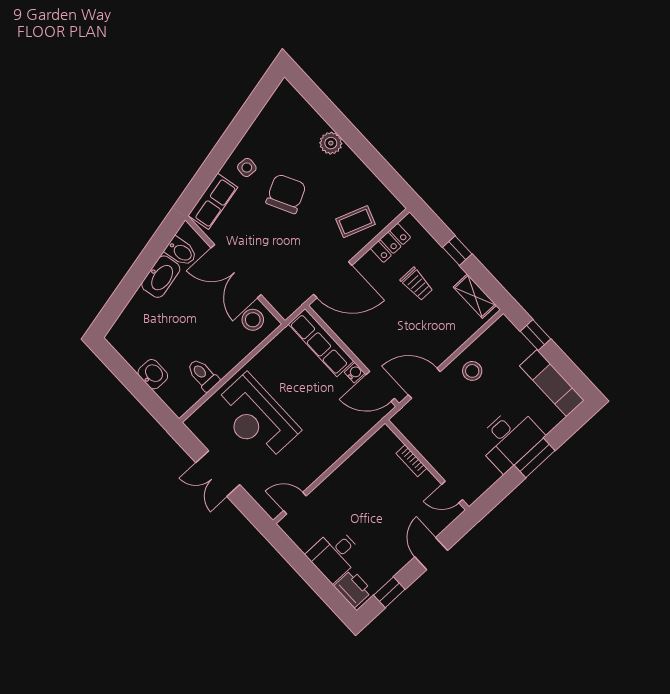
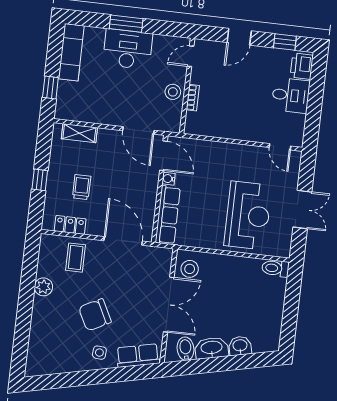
plant: (331, 143) -> (43, 287), moved
coffee table: (355, 222) -> (76, 258), turned 70
shelving: (475, 296) -> (79, 133), moved, turned 90
stool: (472, 371) -> (173, 92), moved
washbasin: (153, 374) -> (240, 346), moved, turned 77
toilet: (203, 375) -> (275, 268), moved, turned 90
door: (452, 492) -> (191, 56), swing flipped

